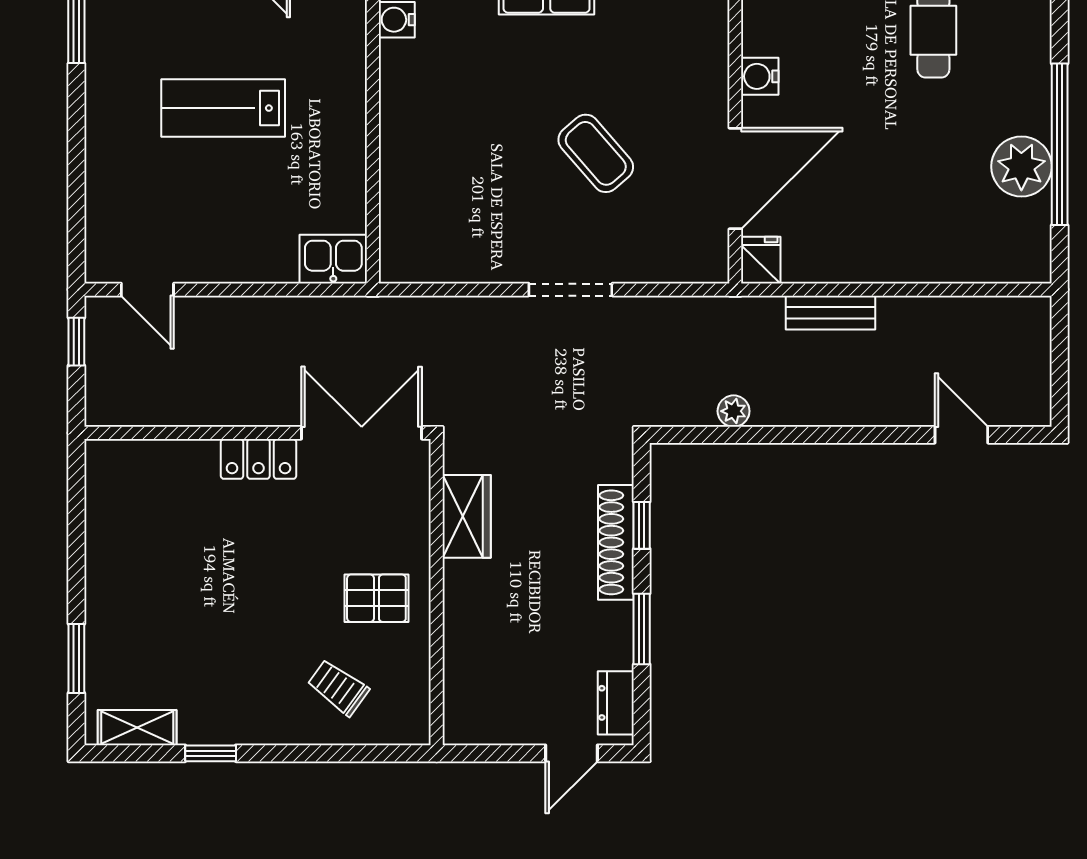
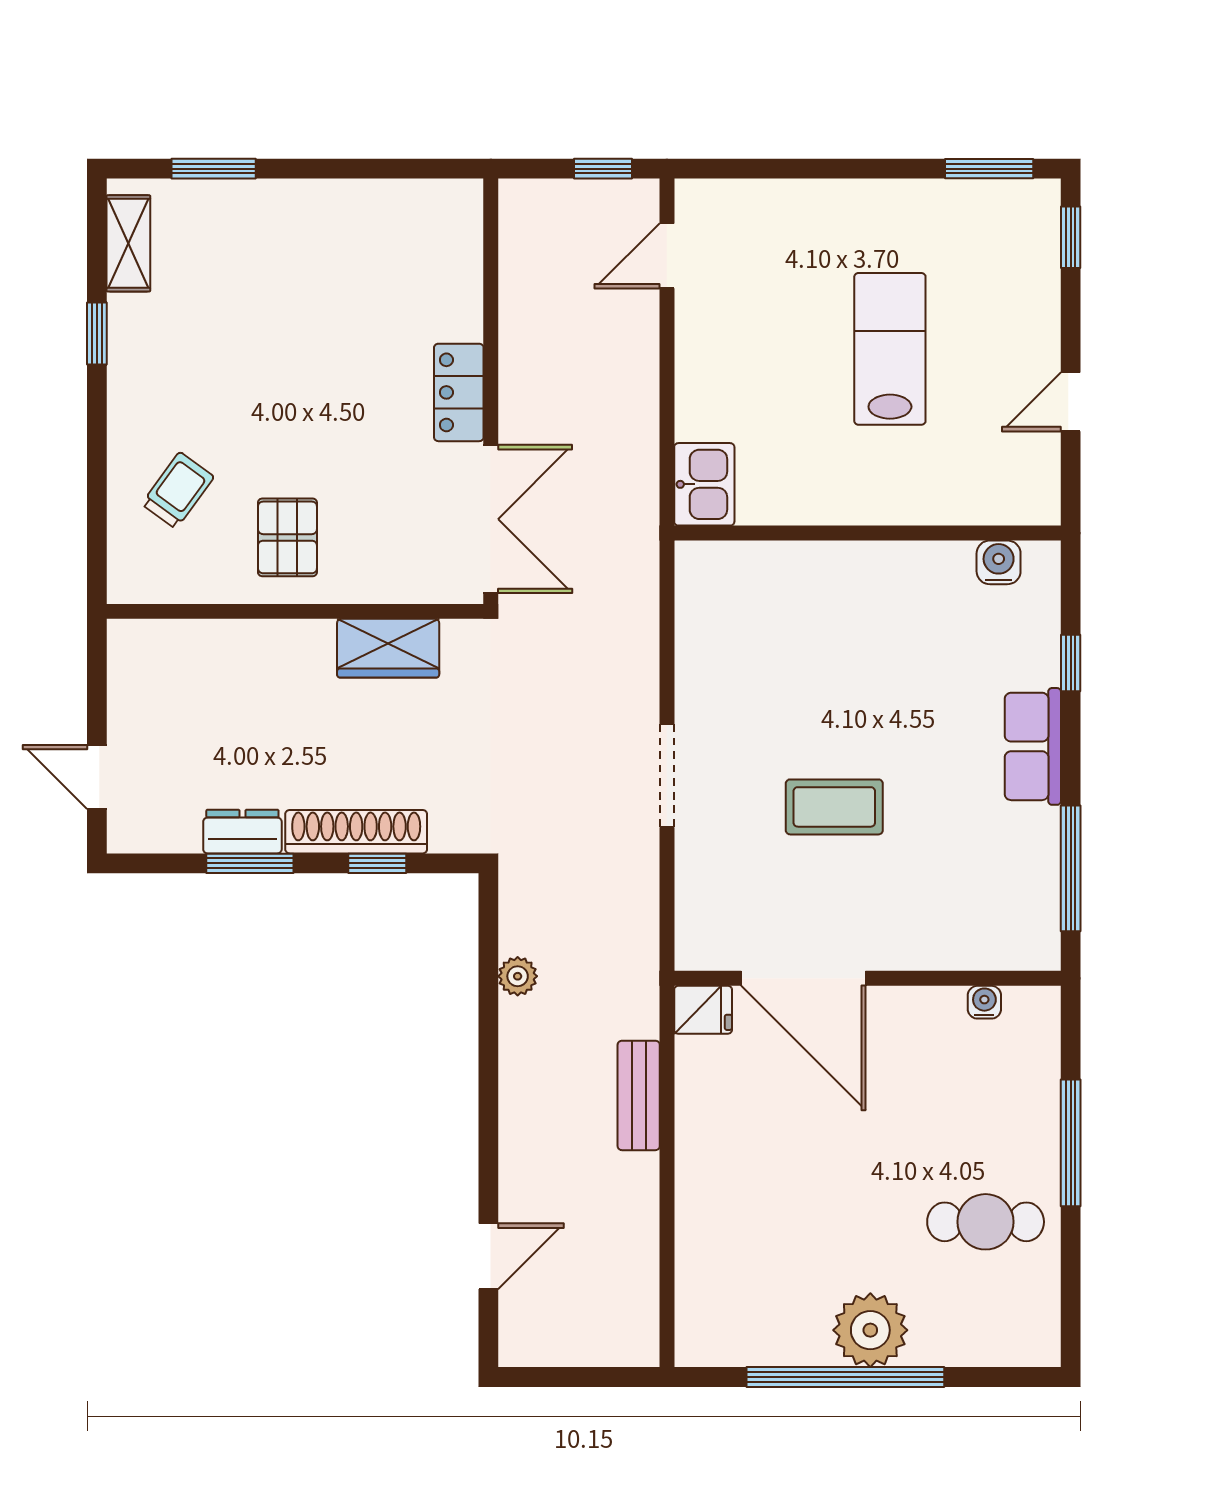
water cooler: (760, 76) -> (984, 1002), moved, width x0.72, depth x0.72
coffee table: (596, 153) -> (834, 807), turned 41
plant: (1021, 166) -> (870, 1330), moved
dresser: (616, 703) -> (242, 832), moved

